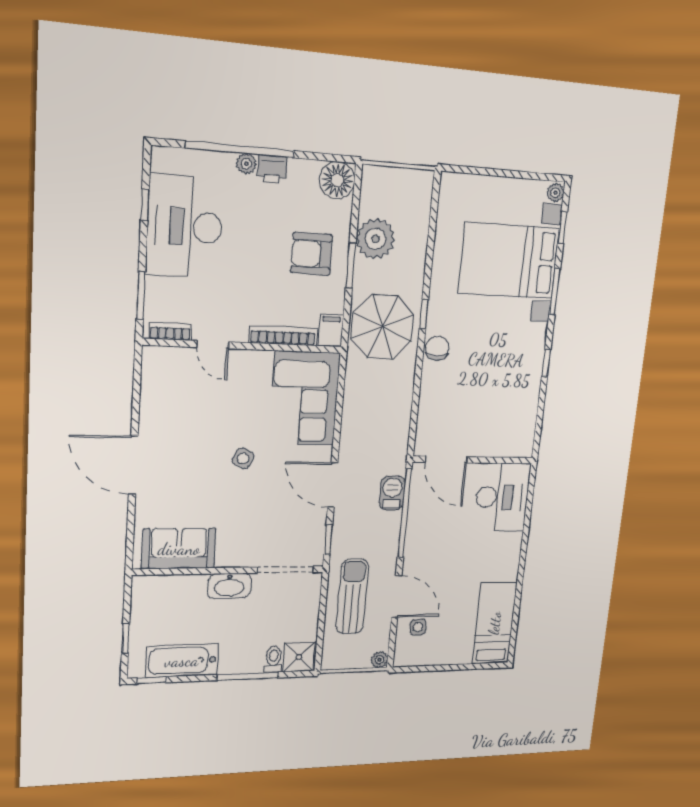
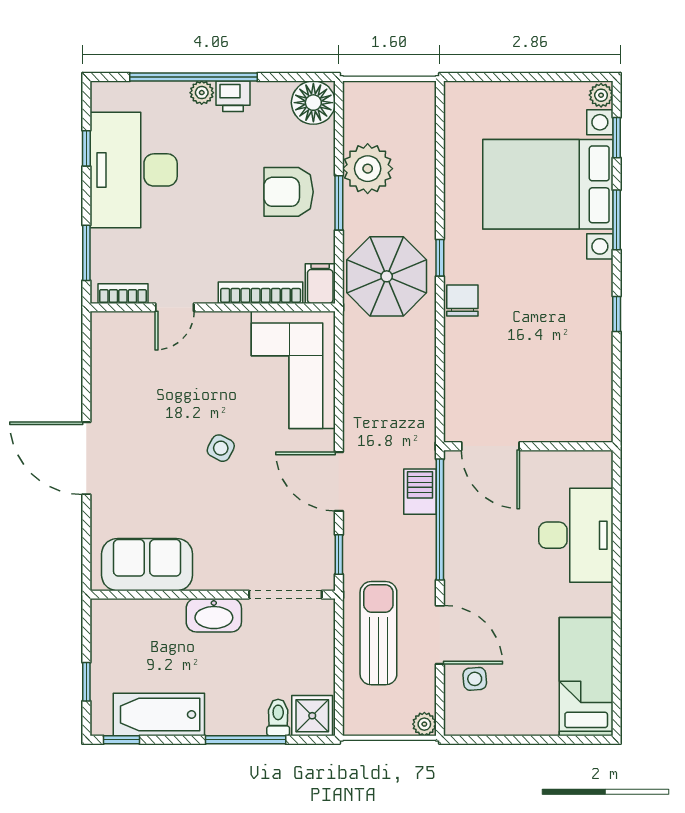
door: (213, 345) -> (175, 307), hinge flipped
desk: (502, 497) -> (576, 535), moved

